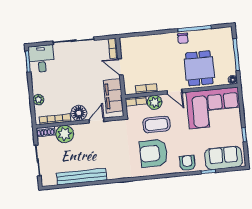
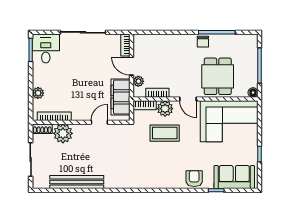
plant: (128, 80) -> (138, 81), added
floor lamp: (79, 113) -> (81, 112), removed
armchair: (154, 153) -> (158, 164), removed

